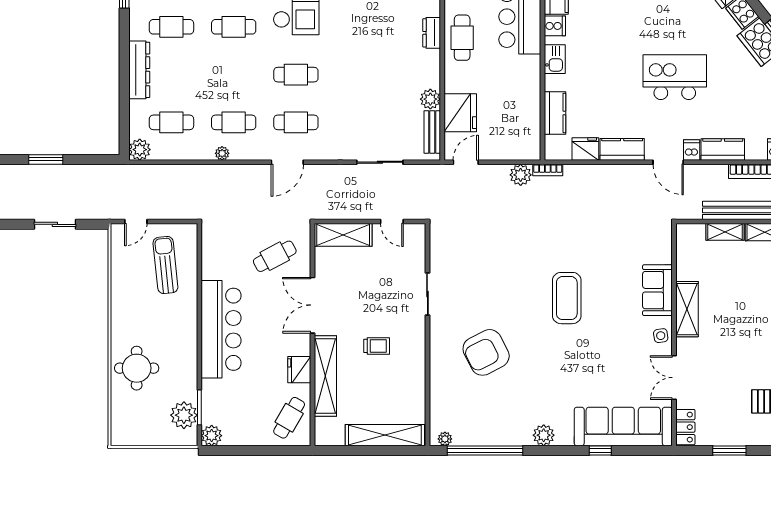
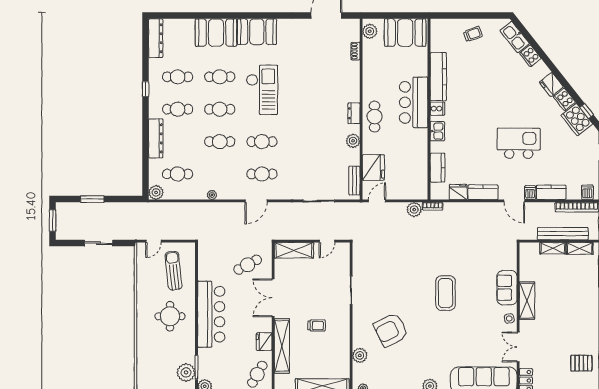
plant: (430, 99) -> (353, 141), moved
cafe table: (234, 122) -> (220, 142), moved
door: (392, 222) -> (327, 241), hinge flipped
round table: (137, 368) -> (170, 316), moved
plant: (440, 390) -> (360, 355), added

